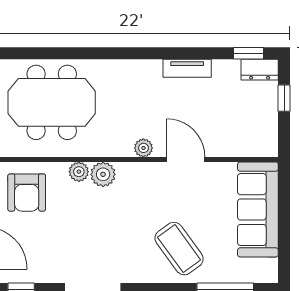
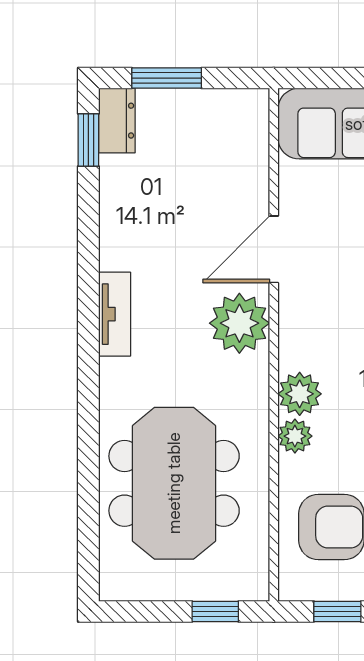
tv unit: (187, 68) -> (115, 314), moved
window: (284, 98) -> (167, 78), width x1.50
plant: (143, 148) -> (239, 323), width x1.88, depth x1.88

